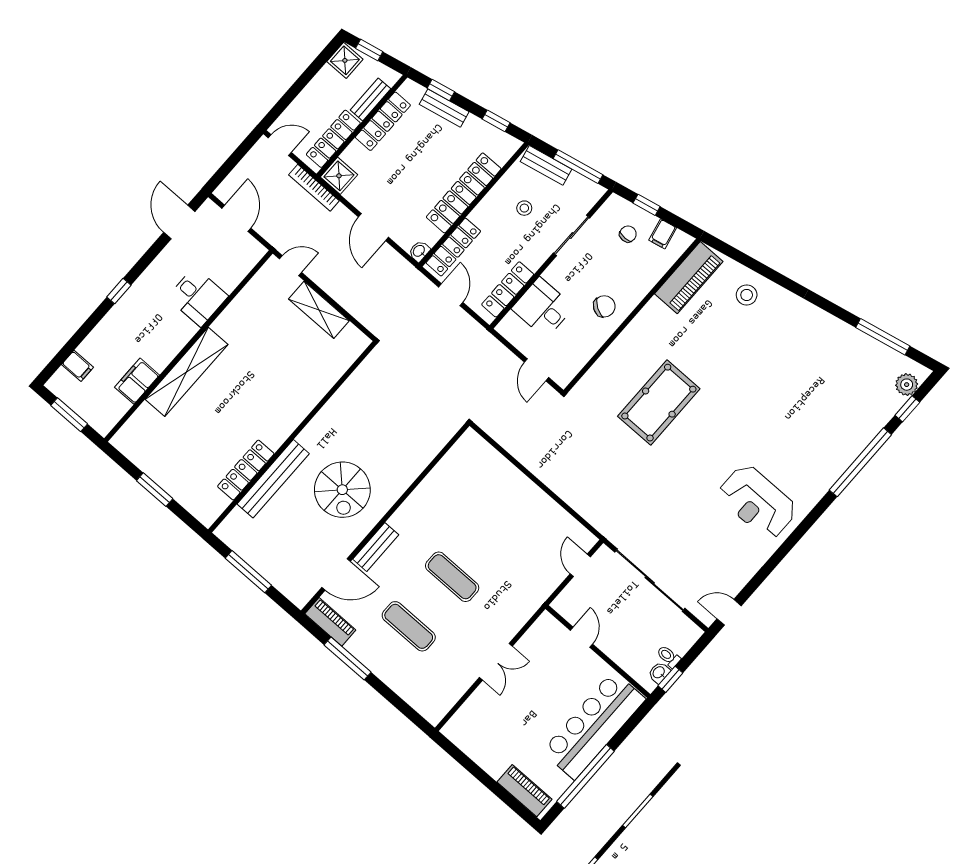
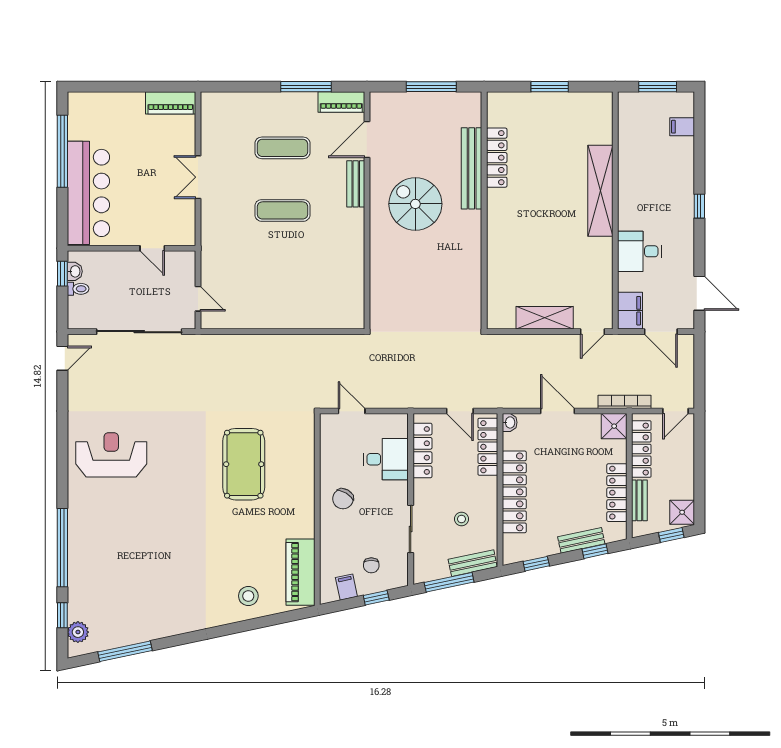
filing cabinet: (137, 381) -> (630, 311), moved
piano: (524, 791) -> (171, 103), moved

